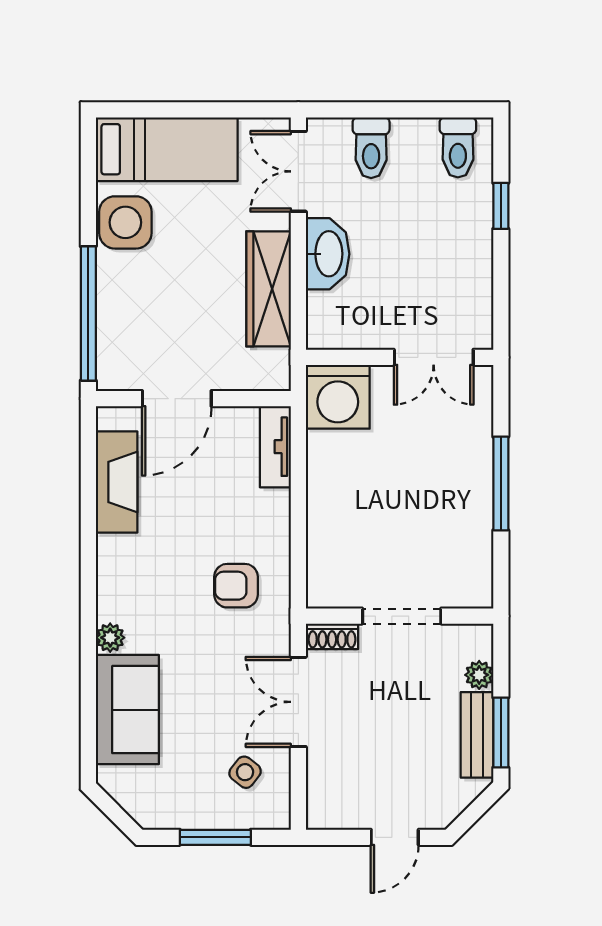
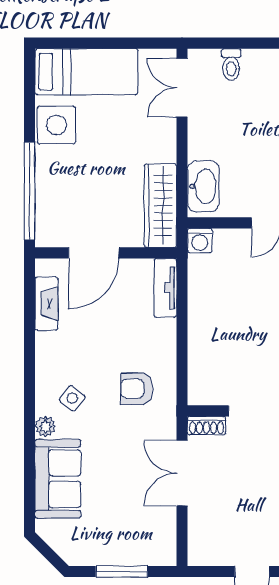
toilet: (371, 148) -> (231, 65), width x0.73, depth x0.72
washbasin: (328, 254) -> (203, 186), moved
wardrobe: (269, 289) -> (160, 206), moved
washing machine: (338, 397) -> (200, 241), width x0.53, depth x0.53
fireplace: (117, 482) -> (46, 304), width x0.73, depth x0.76
side table: (245, 772) -> (72, 398), moved

